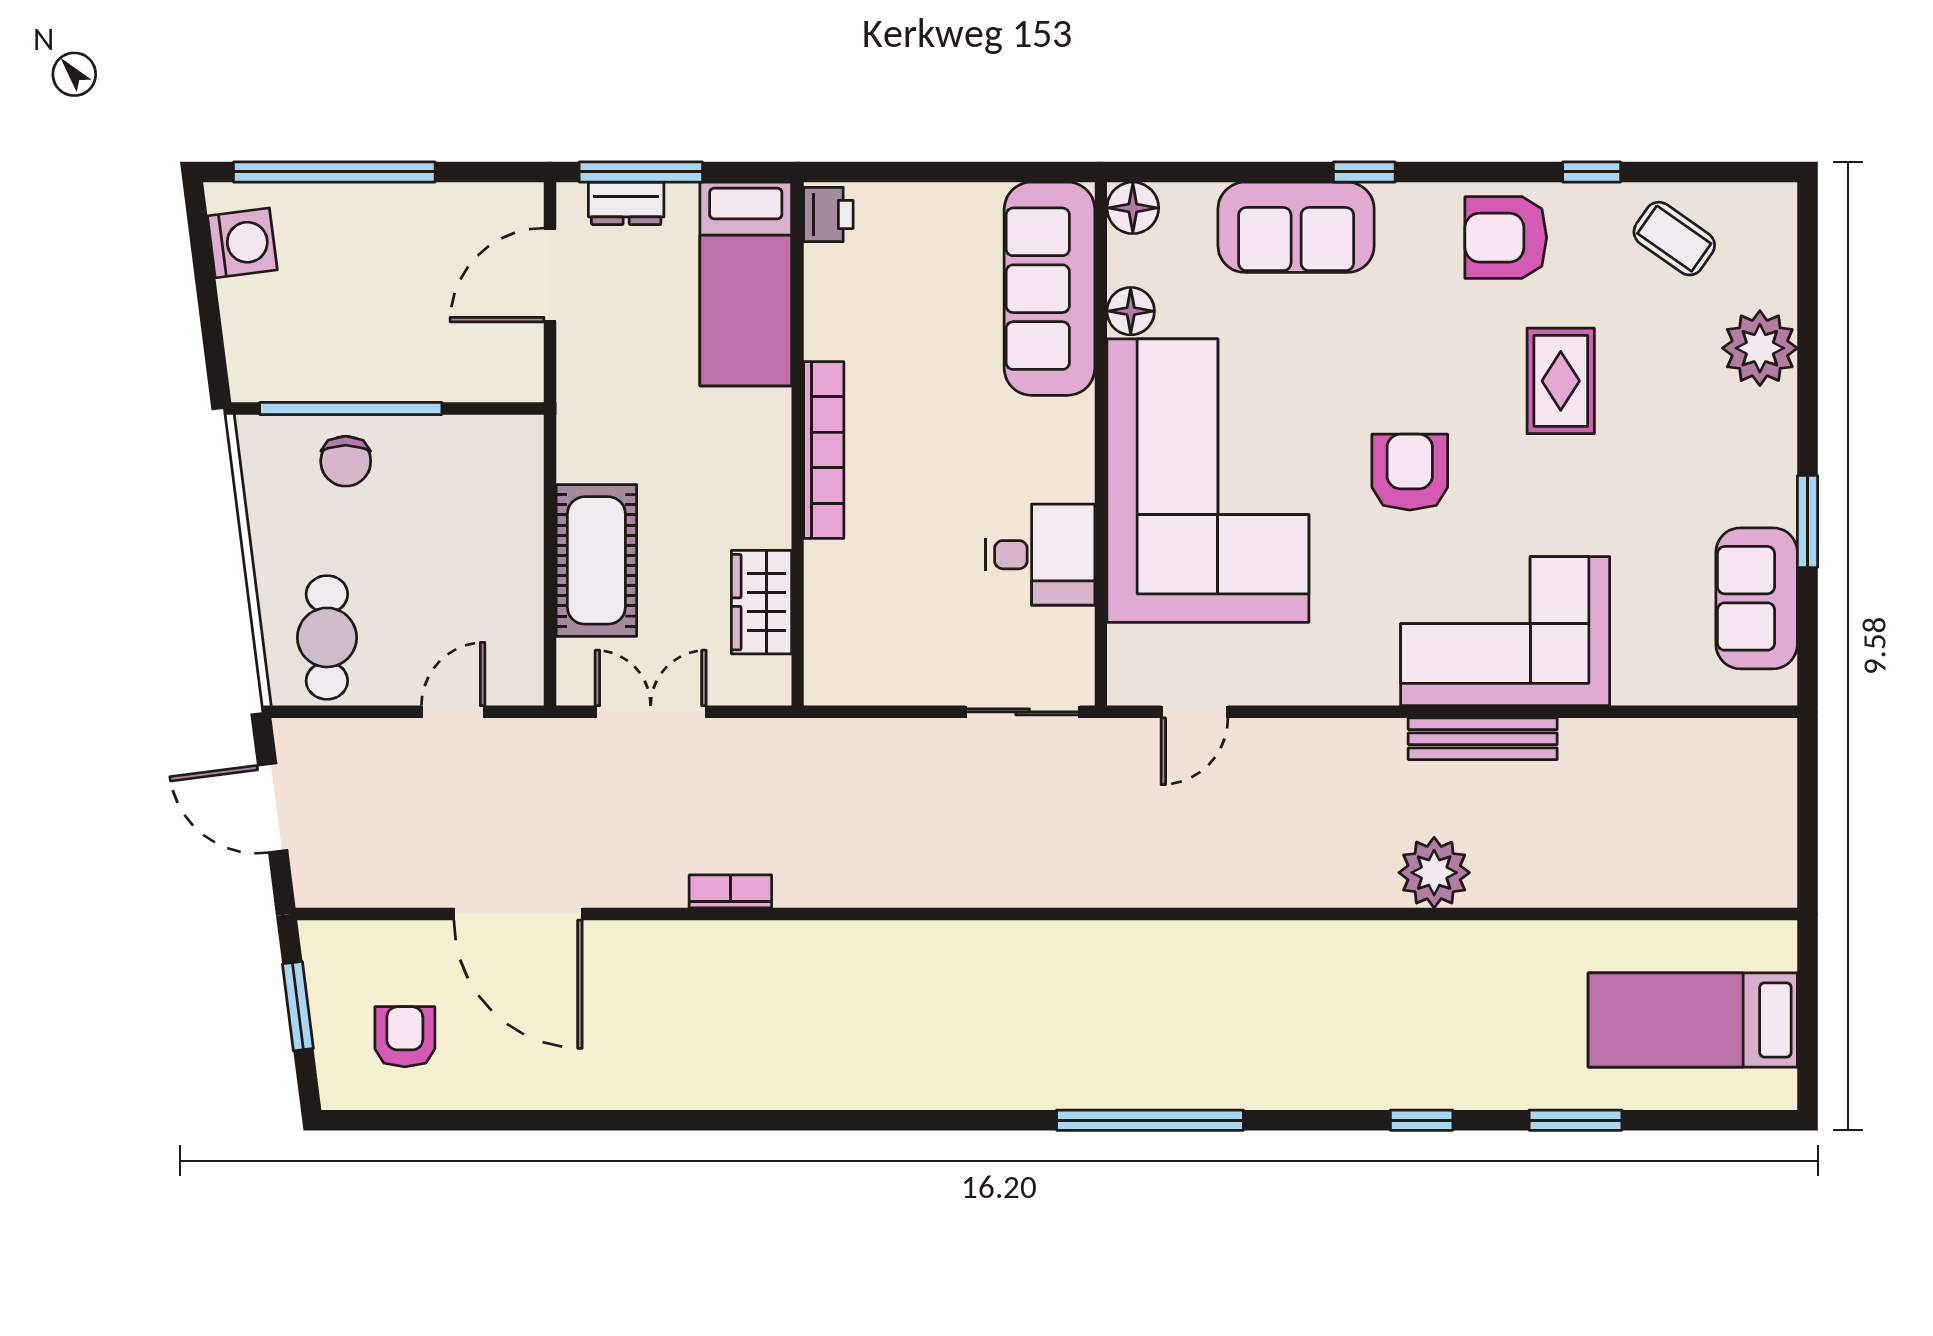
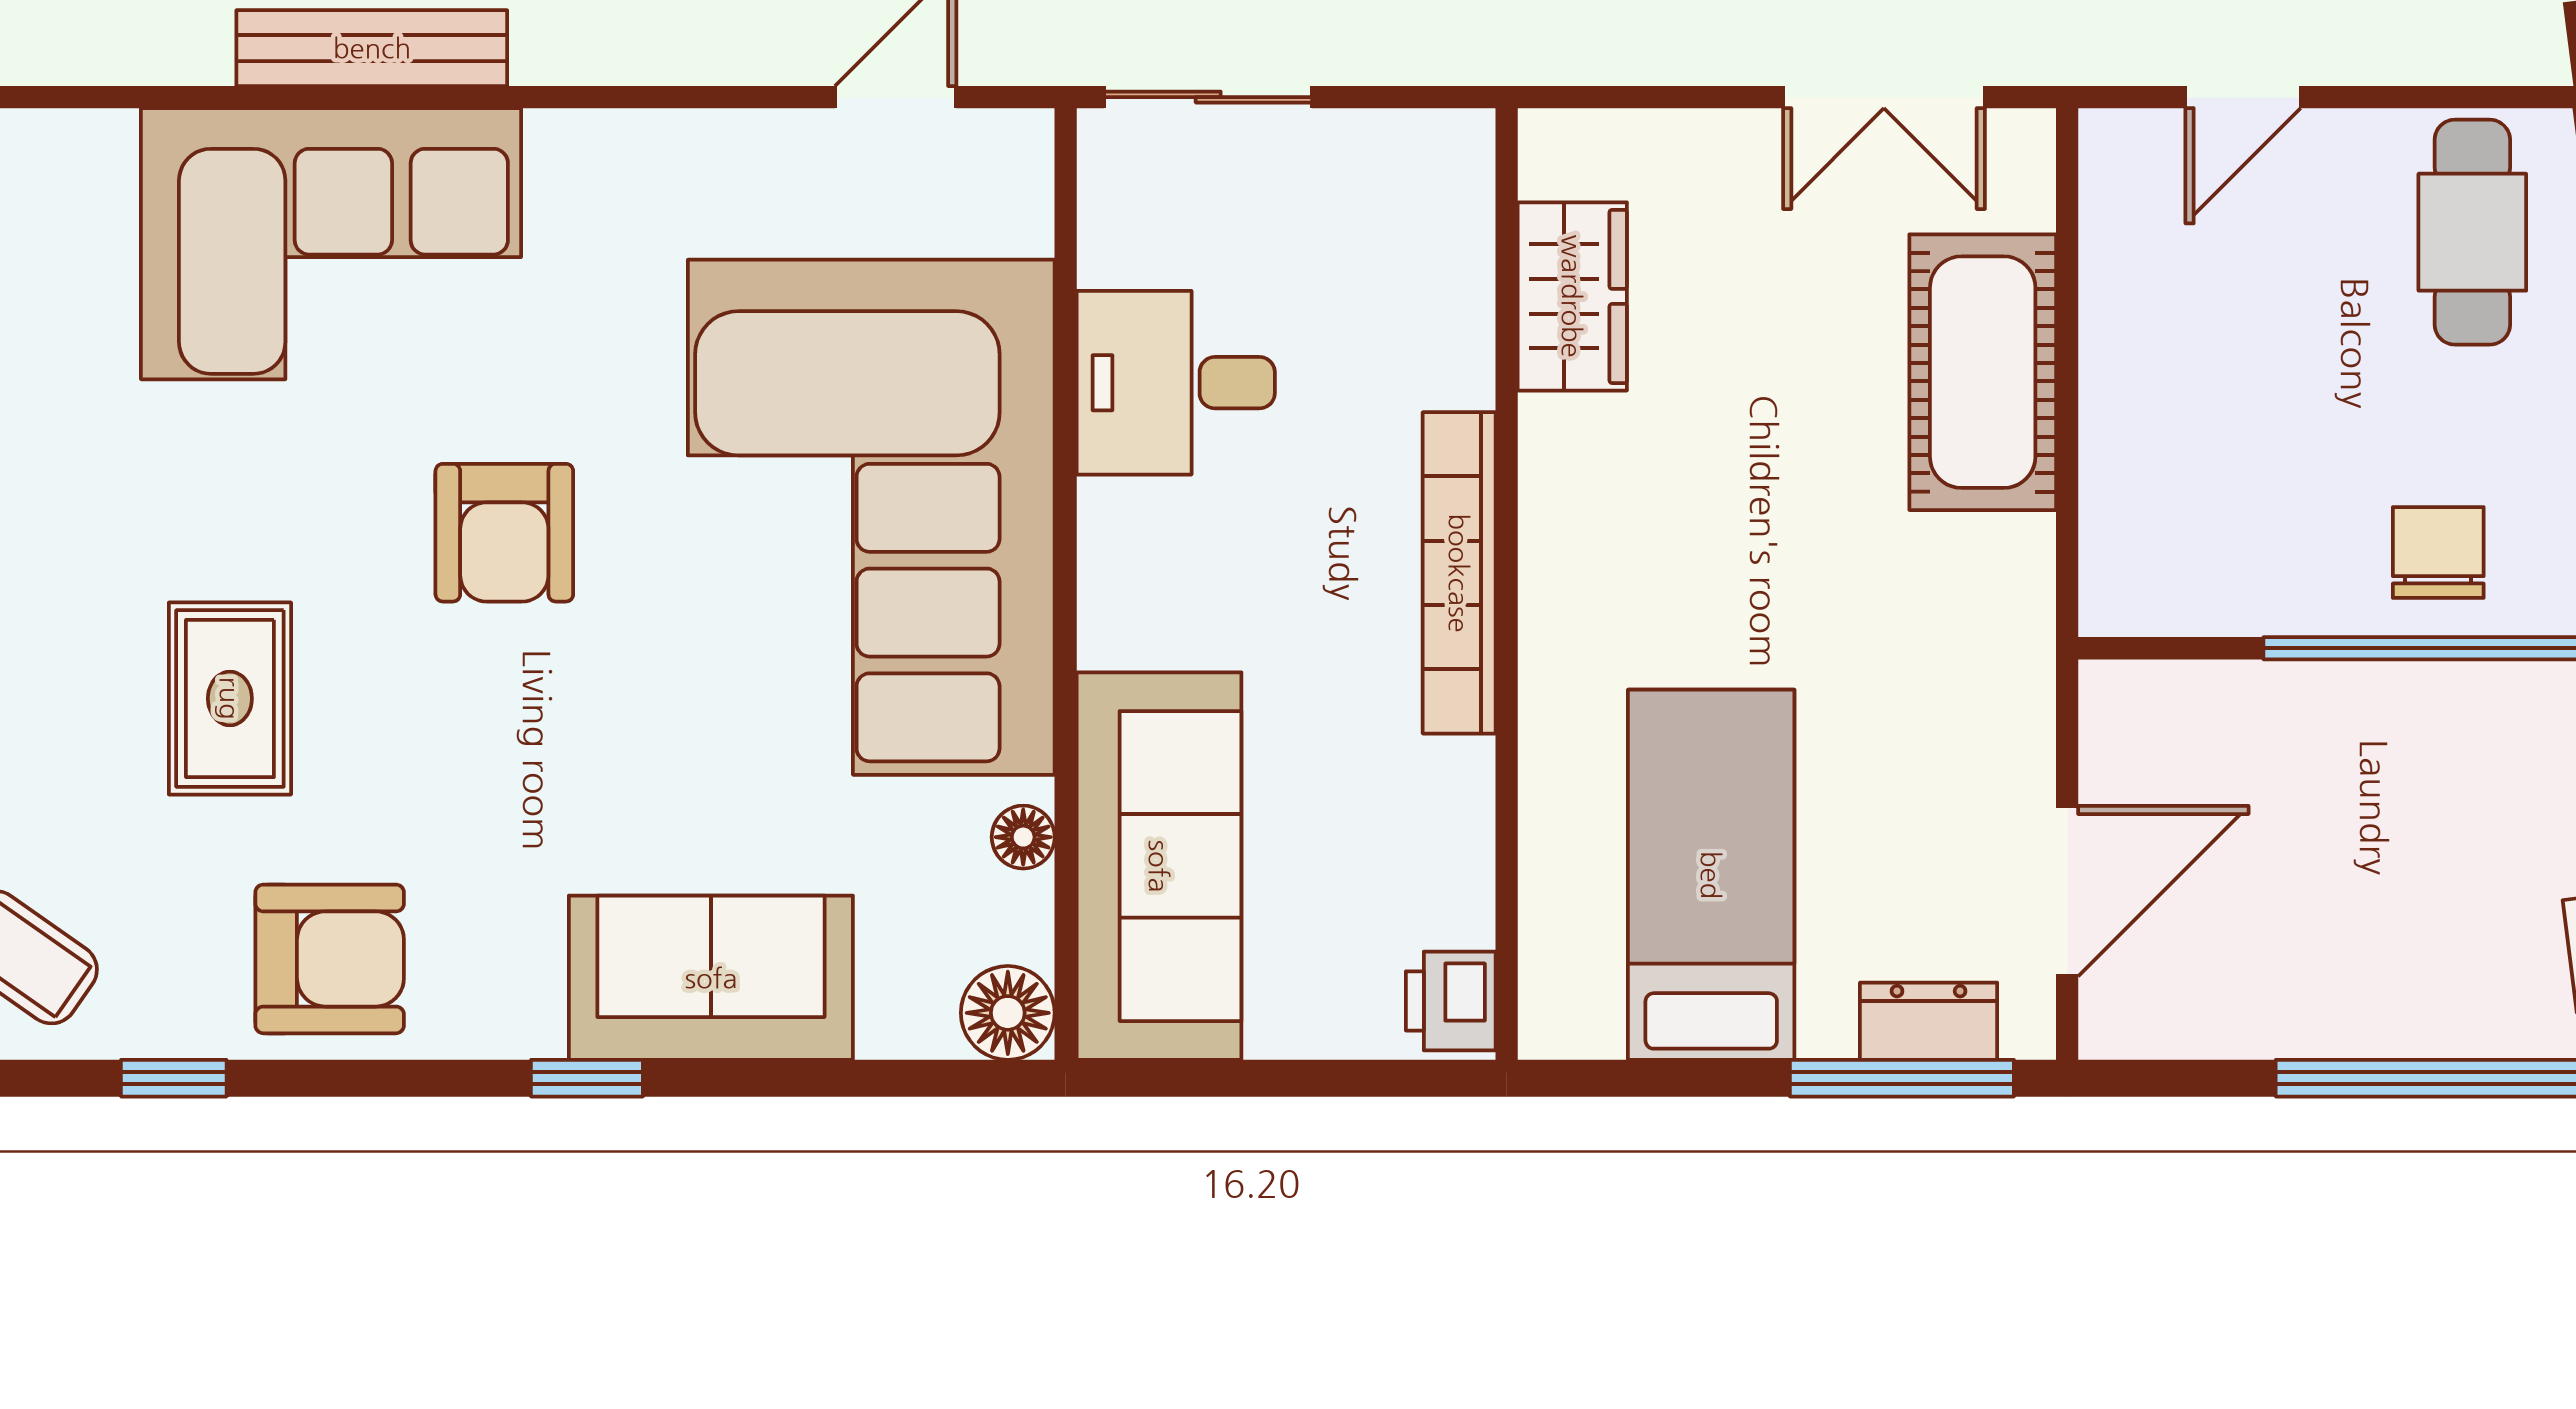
printer: (828, 214) -> (1451, 1001), moved
floor lamp: (1131, 311) -> (1023, 837), width x0.73, depth x0.73
wall: (798, 444) -> (1507, 584), moved
bookcase: (824, 450) -> (1459, 573), moved
wardrobe: (762, 602) -> (1572, 296), moved

